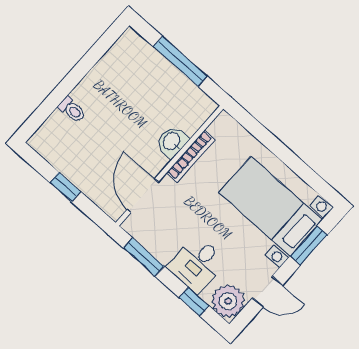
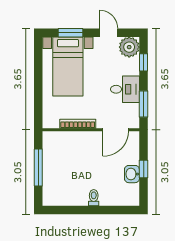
toilet: (72, 110) -> (94, 198), moved
washbasin: (172, 141) -> (132, 174), moved, turned 90
desk: (197, 264) -> (125, 89), moved

